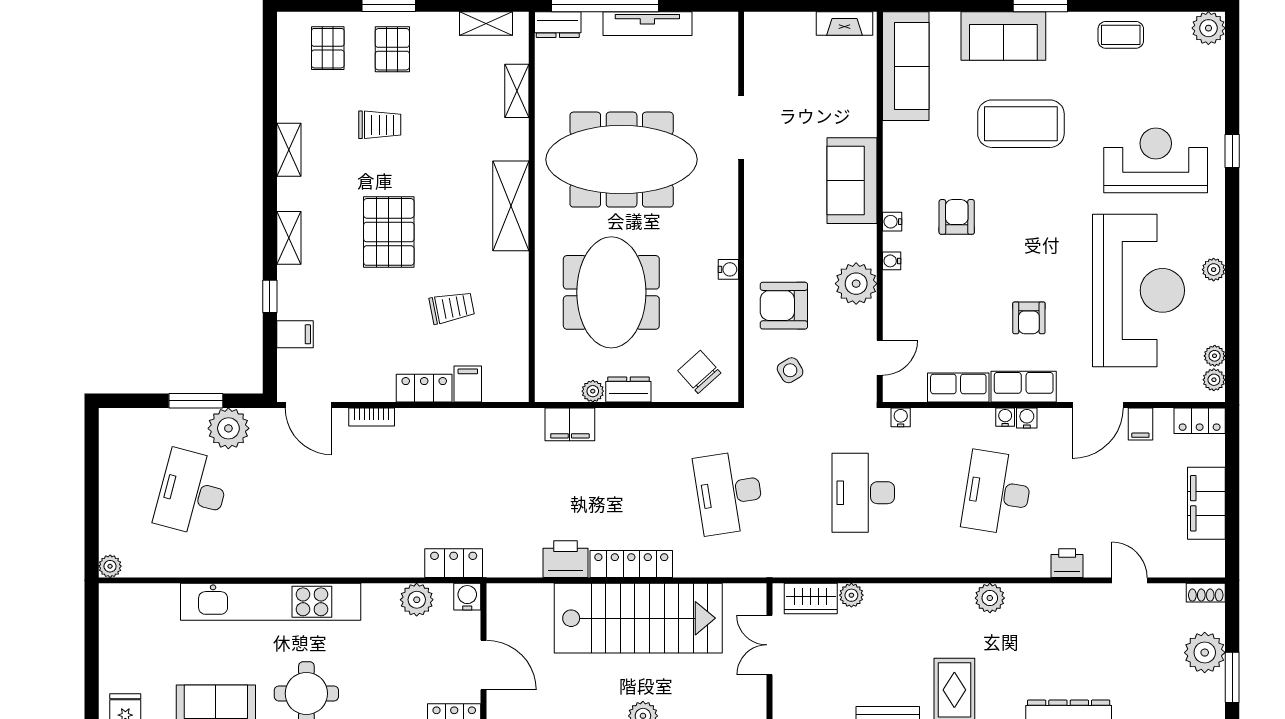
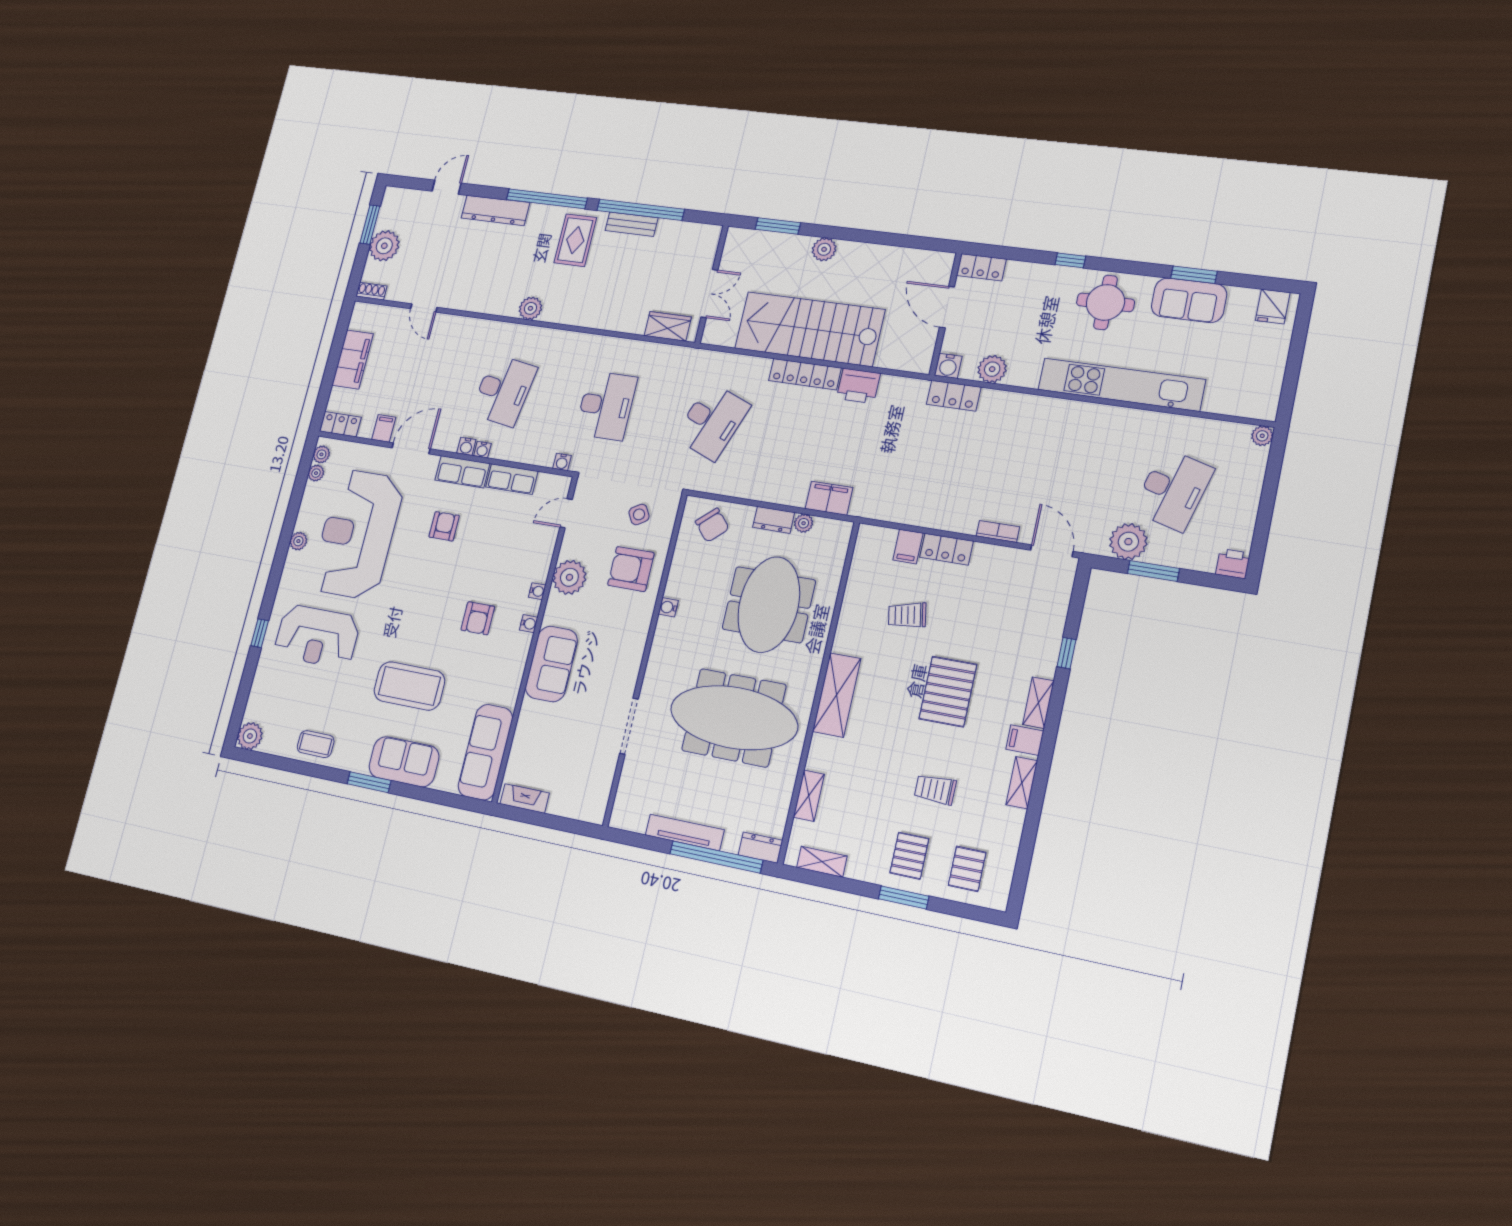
armchair: (784, 306) -> (631, 569), turned 180
filing cabinet: (295, 334) -> (1025, 740), moved
desk: (729, 493) -> (712, 421), turned 30
printer: (1067, 563) -> (1233, 564), moved, turned 180
plant: (851, 595) -> (636, 325), removed

